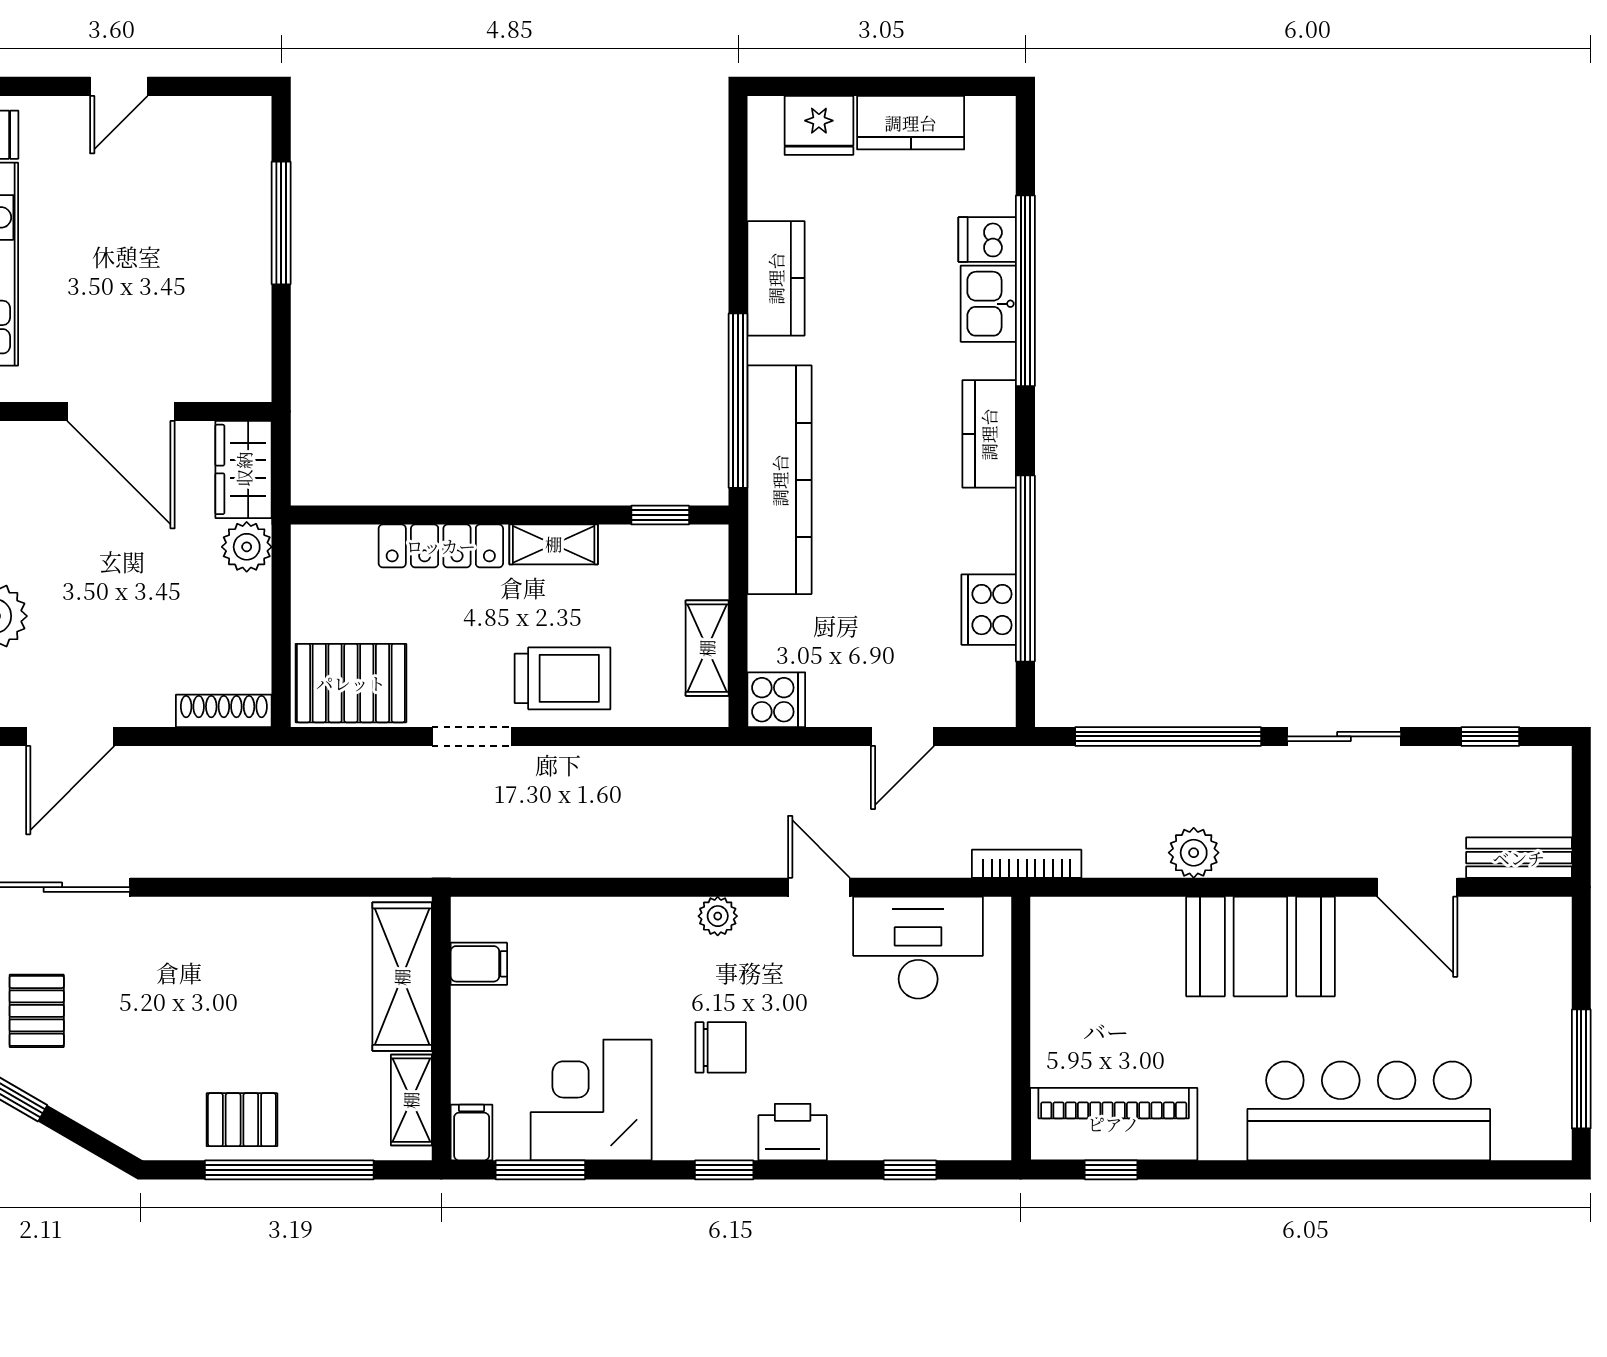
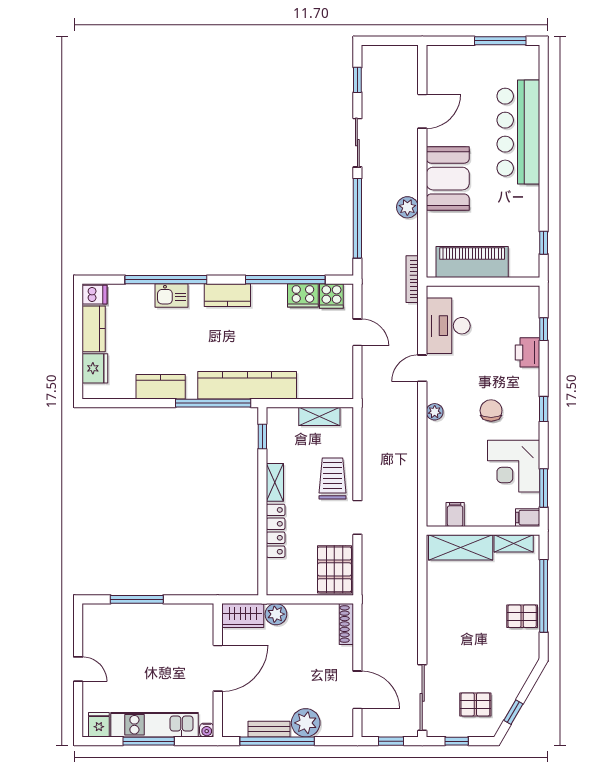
dishwasher: (987, 240) -> (95, 295), moved, turned -90
cooker: (776, 700) -> (331, 296), moved, turned 180
bench: (1519, 858) -> (409, 67), removed
pallet: (242, 1120) -> (522, 616), turned 90
piano: (1114, 1124) -> (472, 262), moved, turned 90
printer: (793, 1132) -> (527, 352), moved

